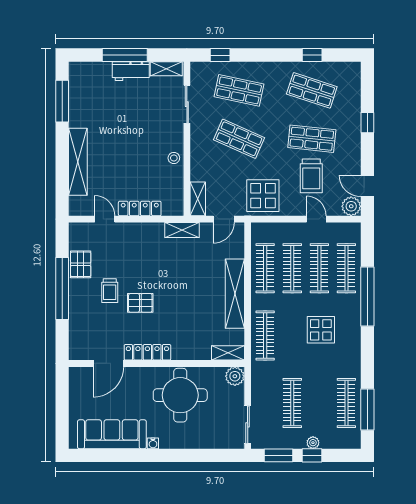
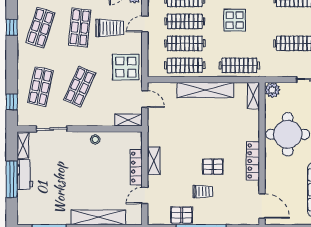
shelving: (182, 230) -> (154, 161), moved
pallet: (140, 303) -> (213, 167), turned 90
door: (108, 363) -> (262, 206), moved

